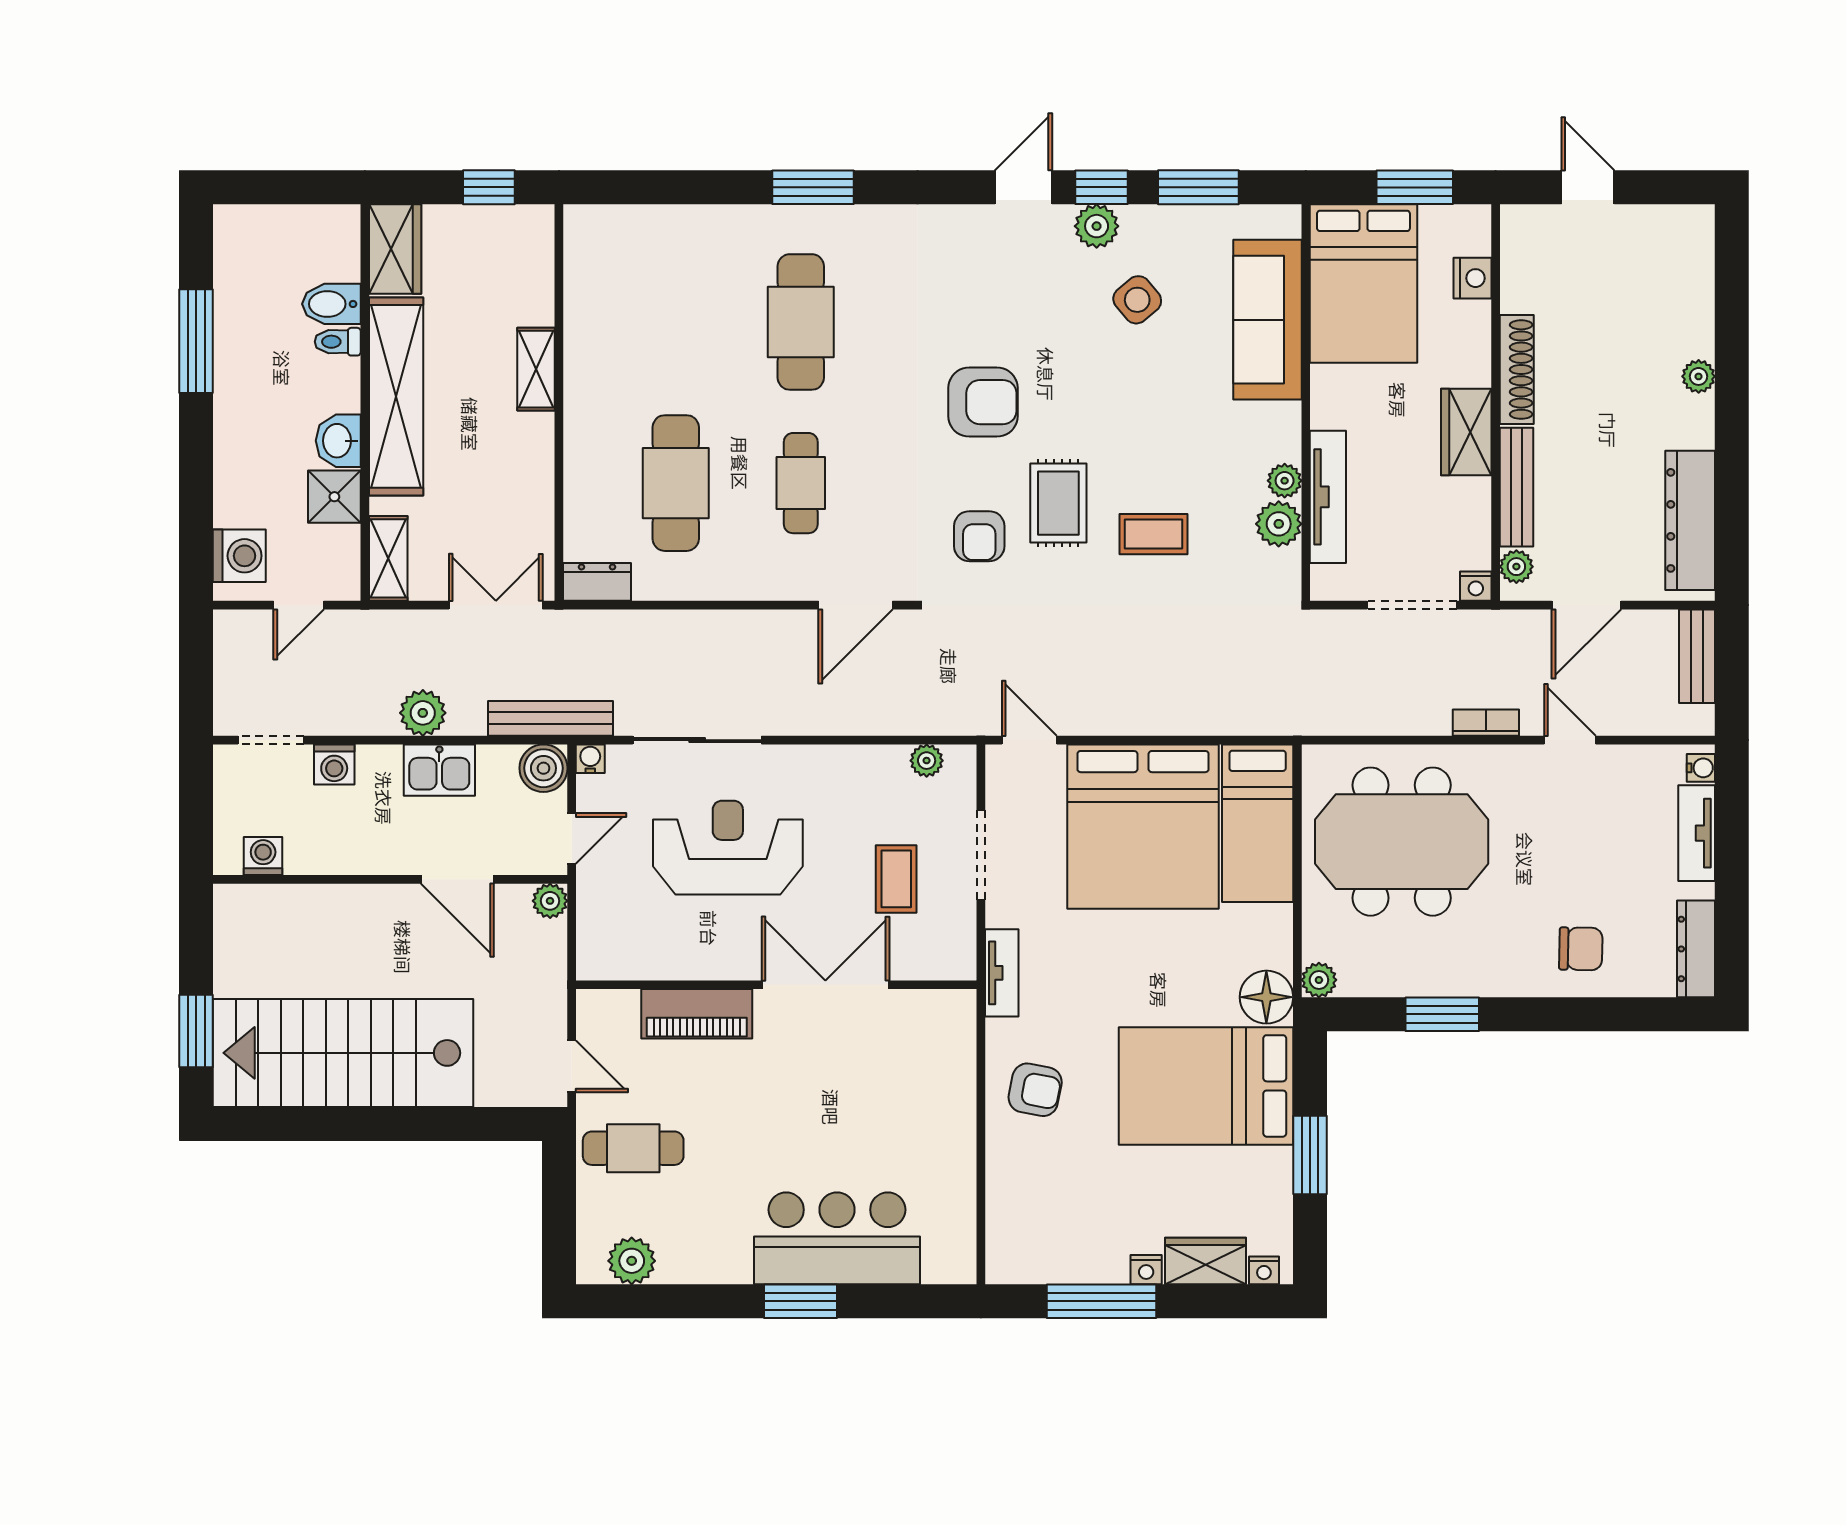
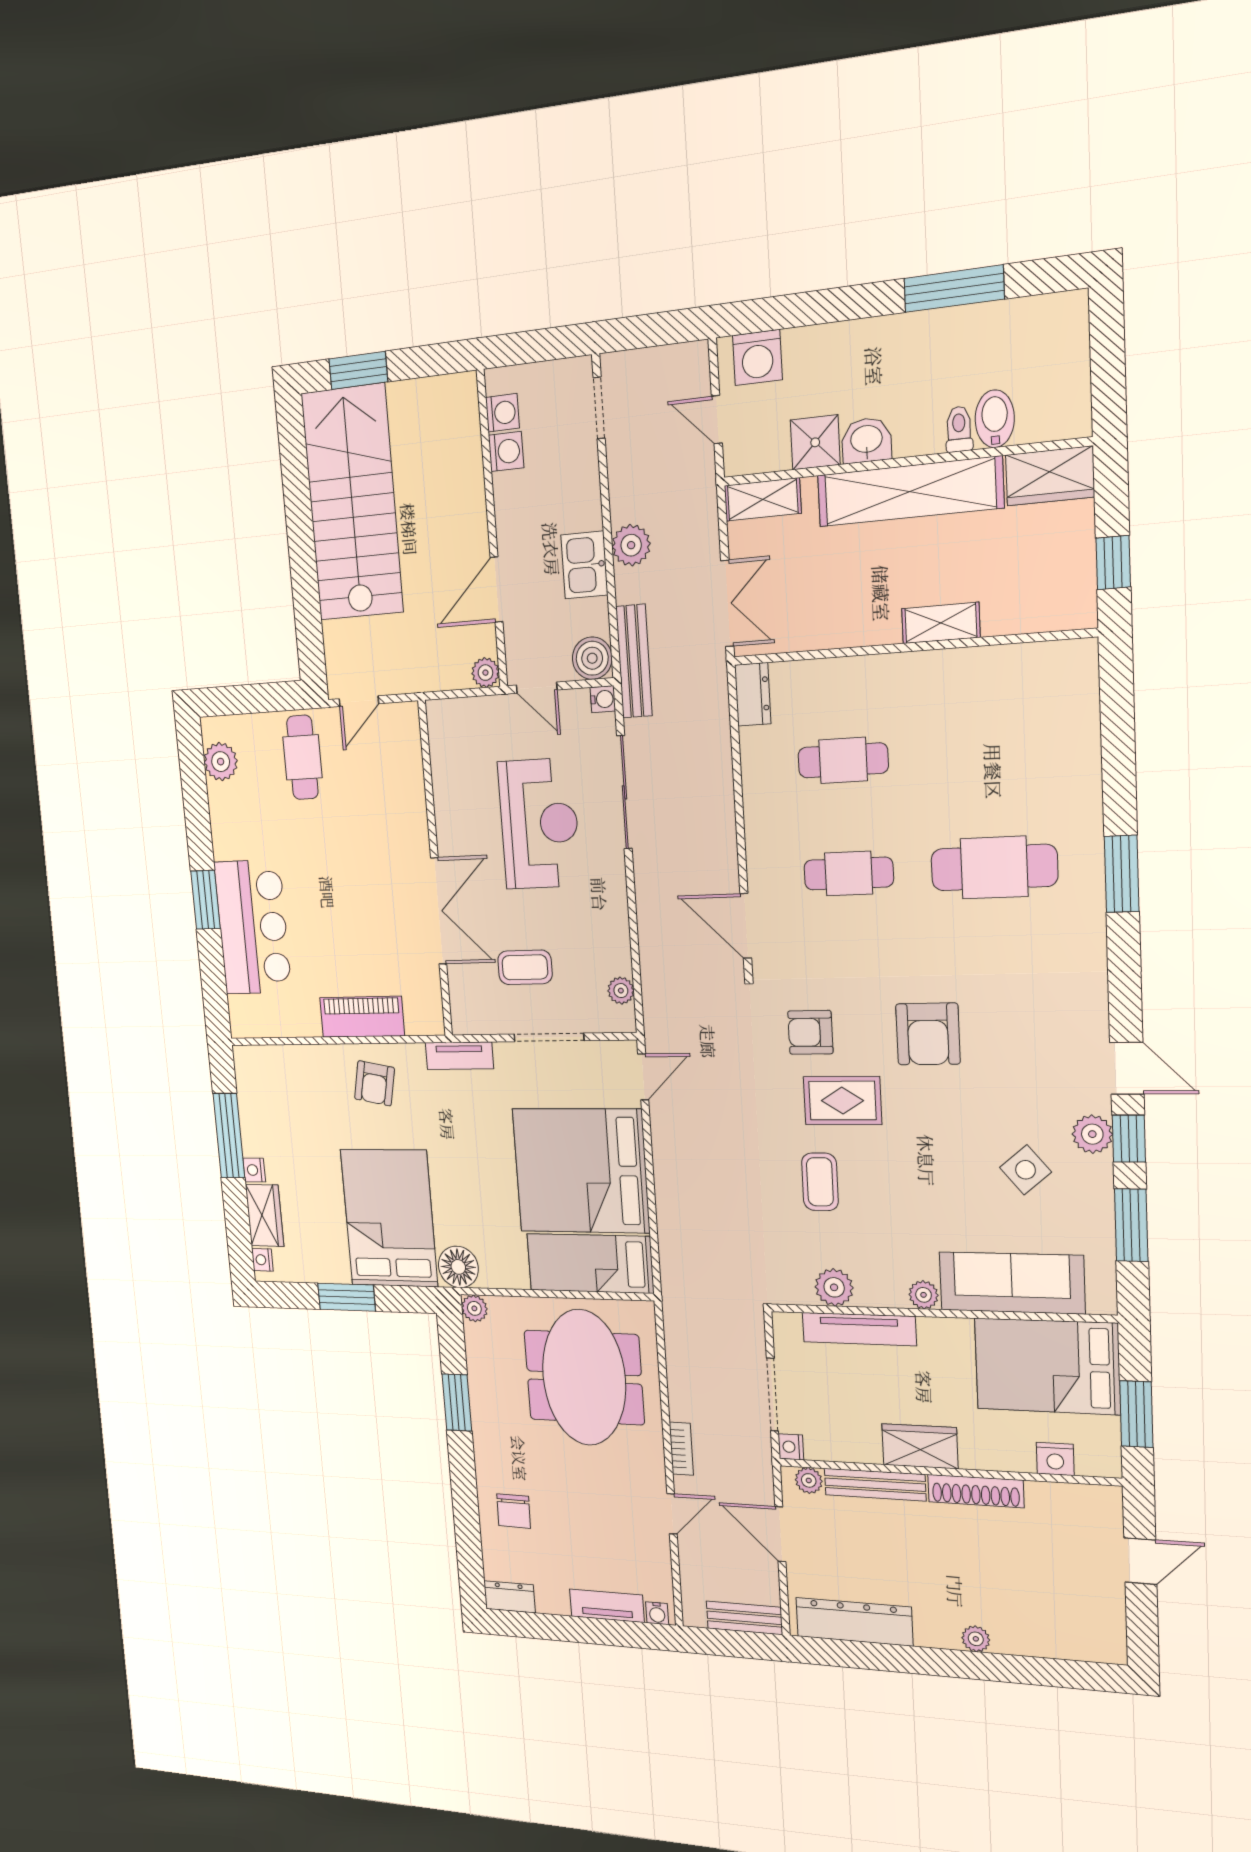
plant: (1285, 481) -> (924, 1295), moved
cafe table: (676, 483) -> (843, 760), width x0.73, depth x0.74
washing machine: (334, 764) -> (506, 451), moved, turned 180
dresser: (1696, 949) -> (510, 1597), width x0.70
piano: (697, 1014) -> (362, 1017), moved, turned 90

